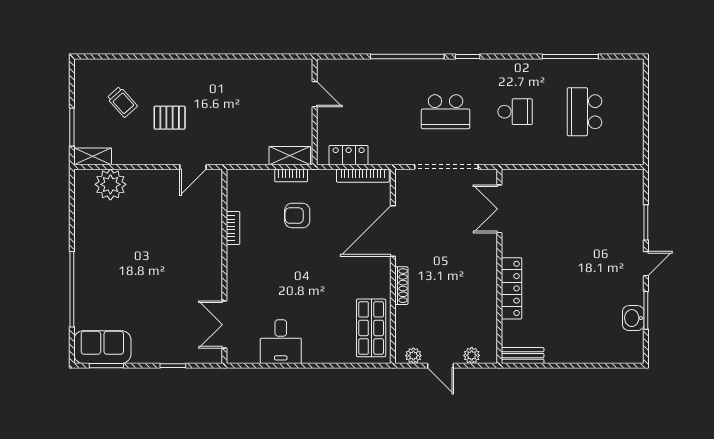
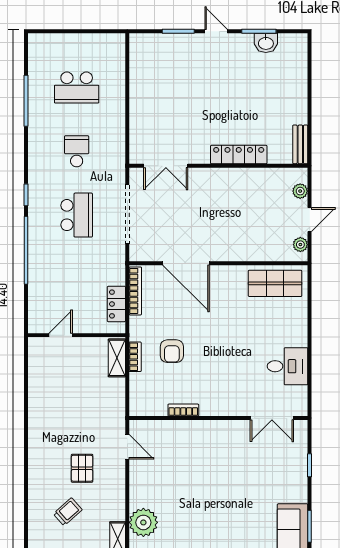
shoe rack: (401, 286) -> (236, 256), removed

